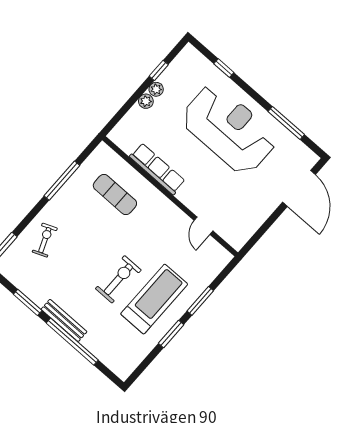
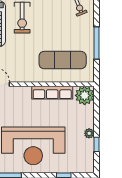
plant: (146, 101) -> (85, 95), moved, width x1.87, depth x1.87
exercise mat: (115, 194) -> (63, 60), width x1.36, depth x1.45

